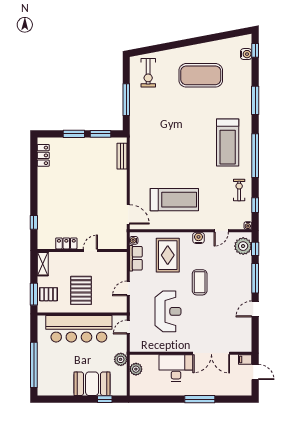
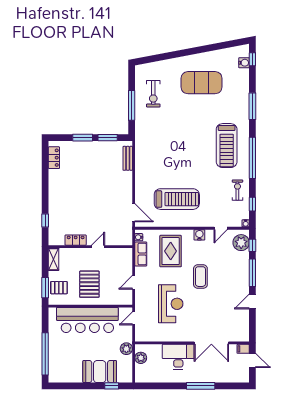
exercise bike: (148, 73) -> (153, 94), moved

